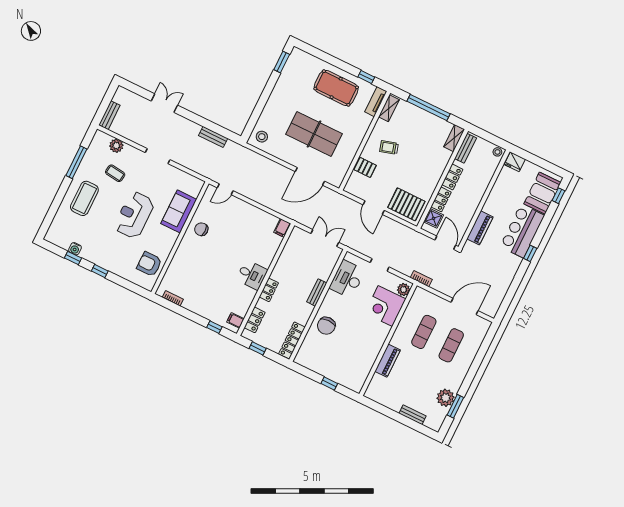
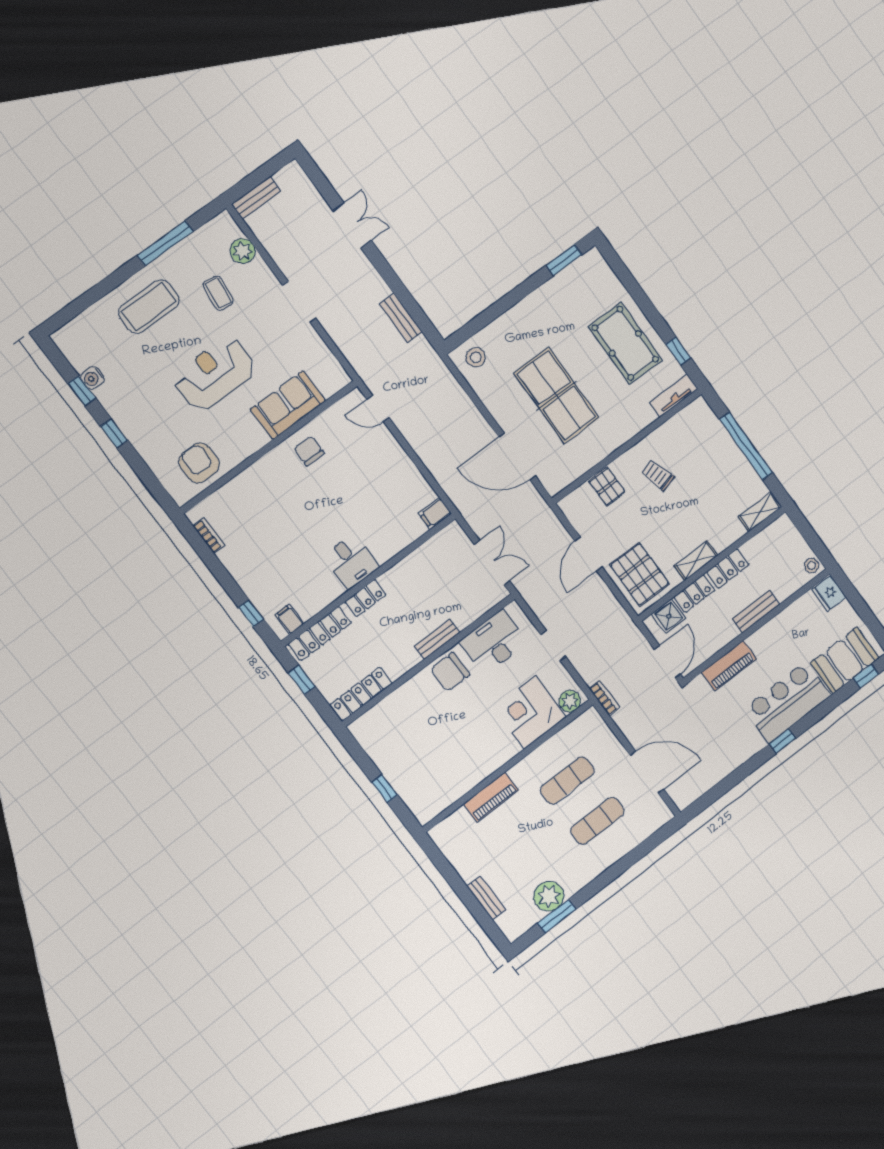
shelving: (389, 108) -> (696, 560), moved
bench: (466, 148) -> (756, 611), moved
locker: (255, 320) -> (320, 633), width x1.53
chair: (326, 326) -> (450, 672), moved

